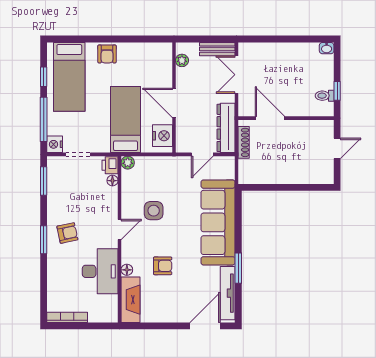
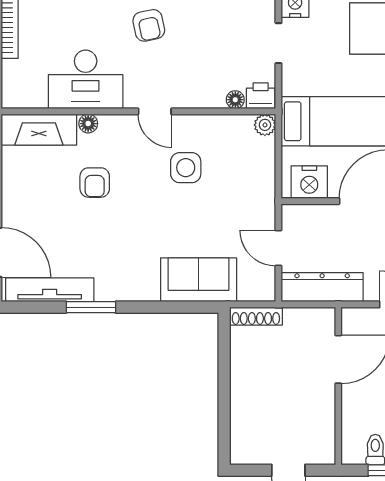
shoe rack: (244, 142) -> (256, 316), moved
sofa: (218, 222) -> (199, 280), width x0.54, depth x0.79

